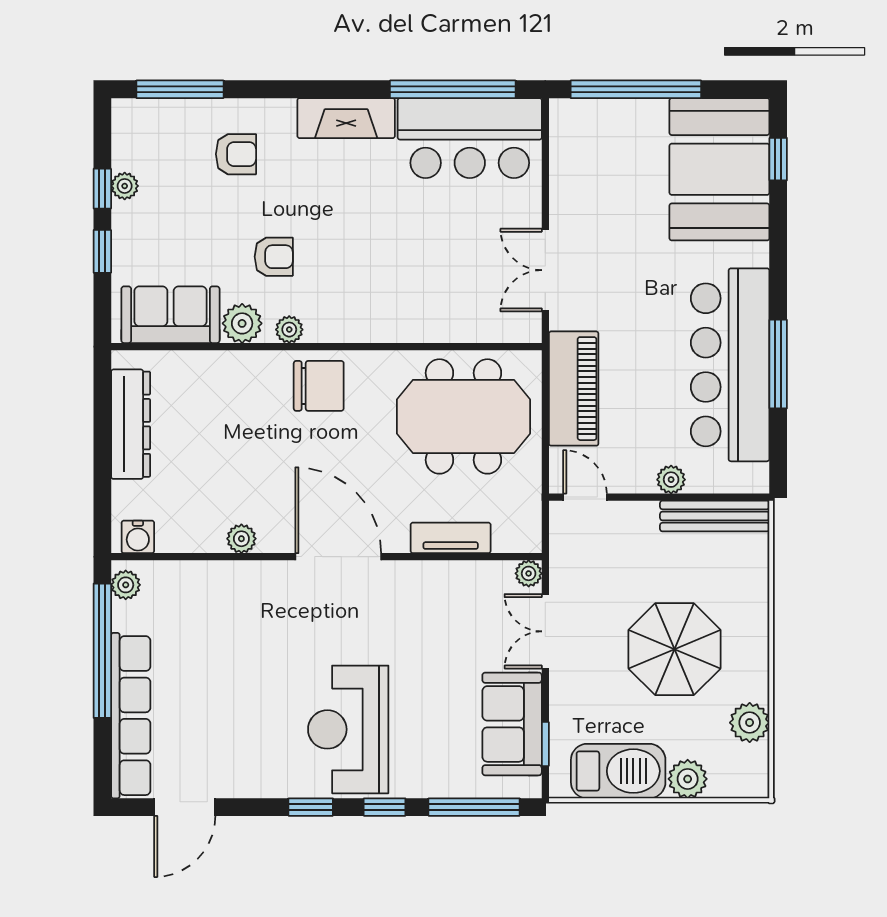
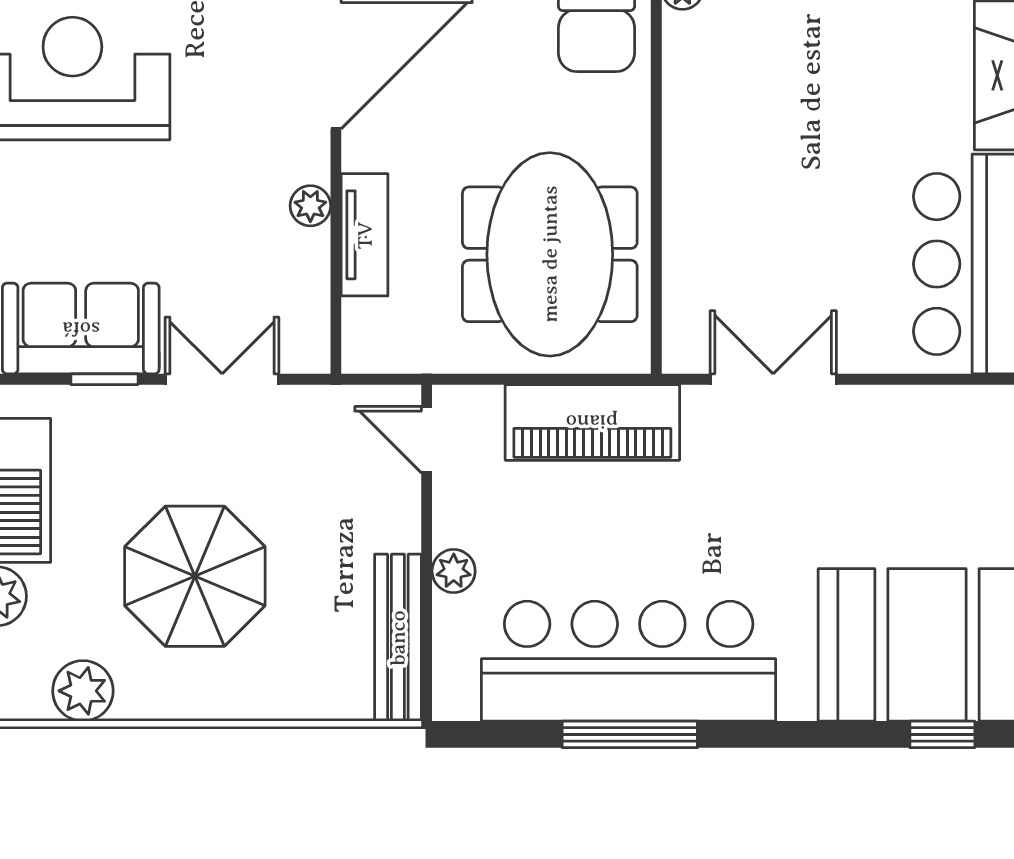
door: (585, 497) -> (427, 440), swing flipped
plant: (529, 573) -> (310, 206), moved
window: (545, 744) -> (104, 379), moved

